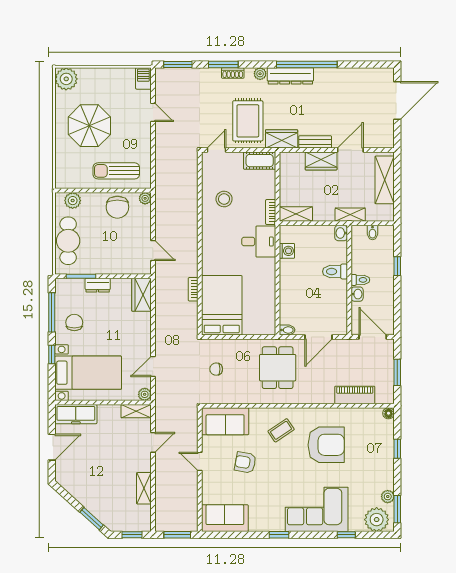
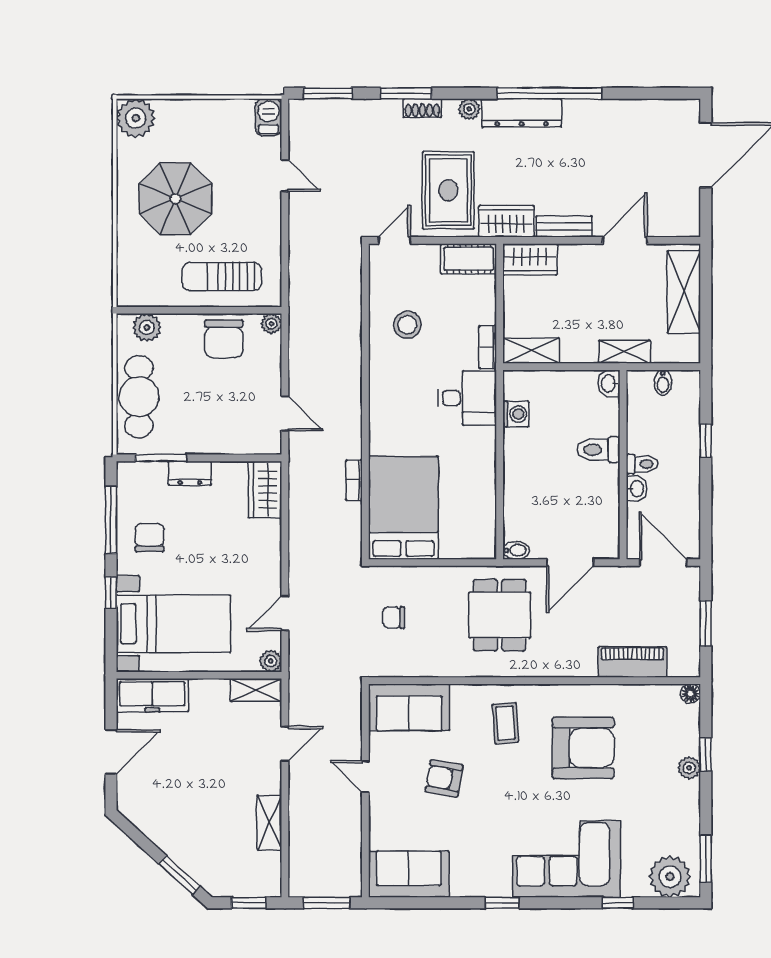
wardrobe: (321, 161) -> (530, 259), moved
coffee table: (281, 430) -> (506, 723), turned -60
plant: (388, 497) -> (689, 768), moved

